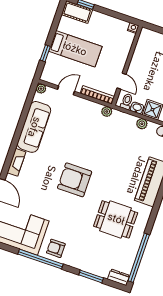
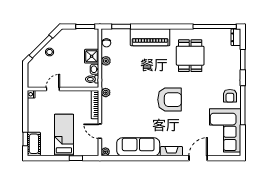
door: (122, 81) -> (53, 89), moved
armchair: (75, 180) -> (170, 100), turned -90

